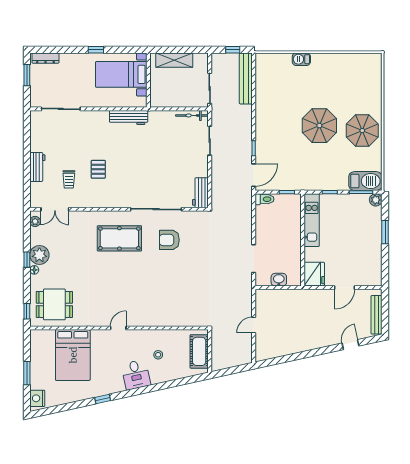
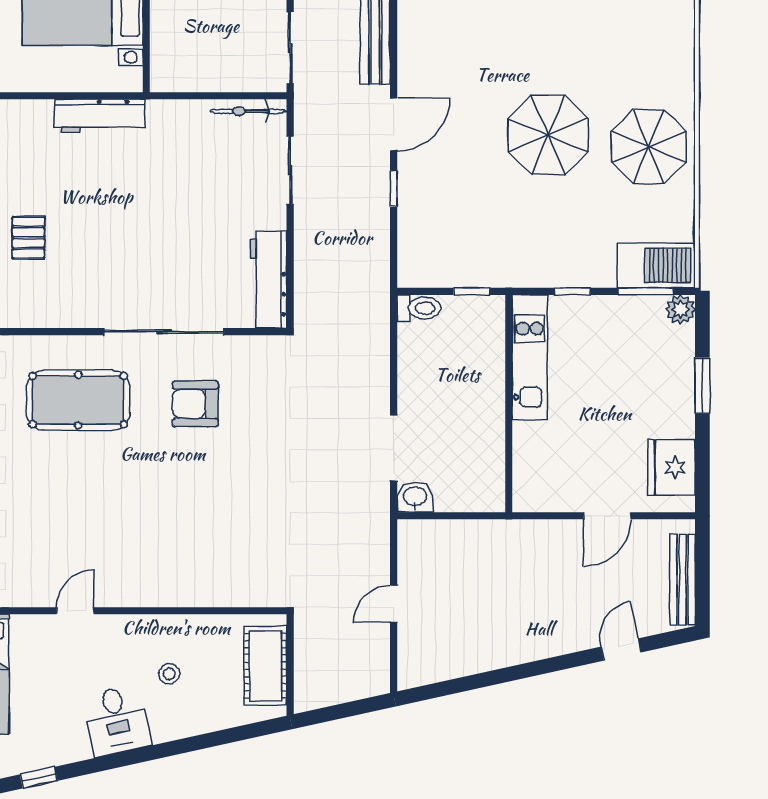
door: (254, 175) -> (394, 124), moved
workbench: (200, 193) -> (268, 280), width x1.38
fridge: (314, 274) -> (672, 468), moved, turned 180
washbasin: (279, 280) -> (415, 497), moved

